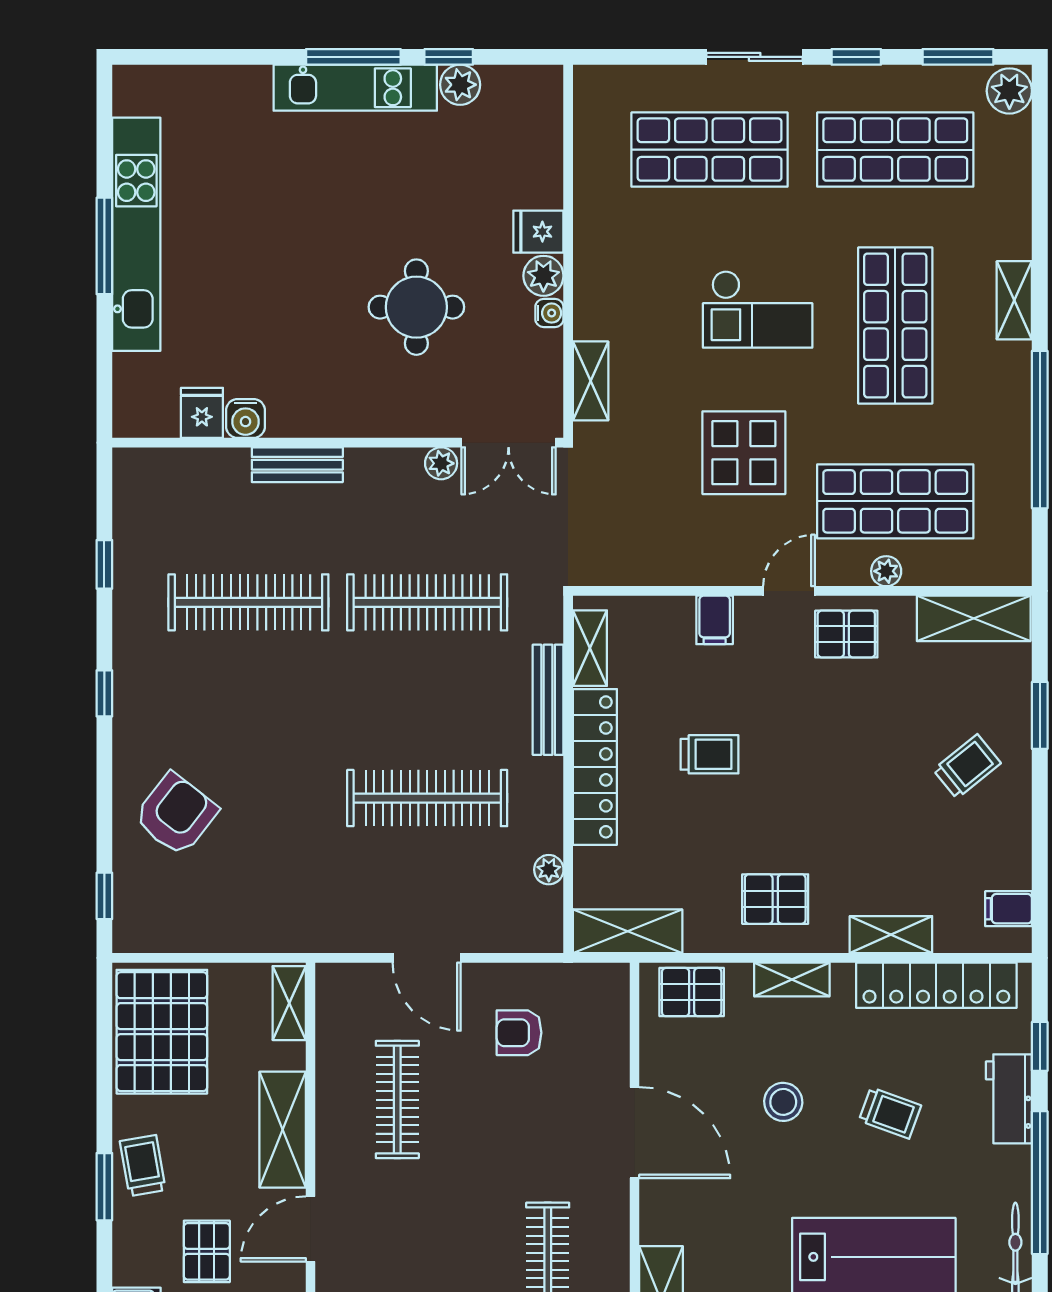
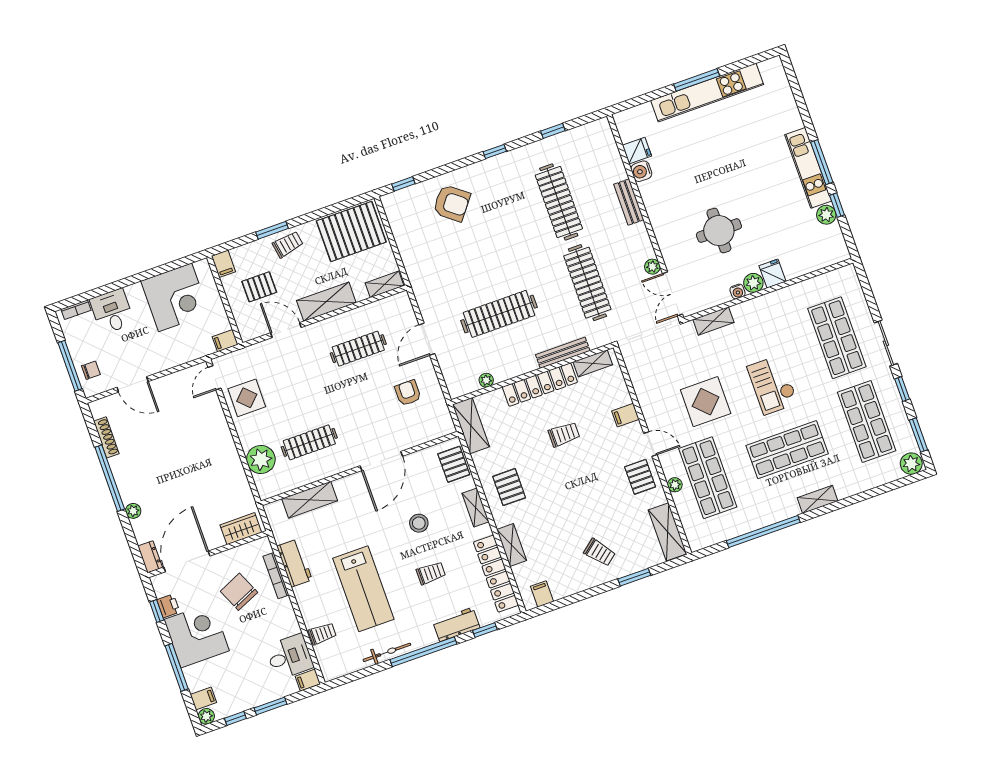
trolley: (710, 754) -> (564, 434), turned -90
clothes rail: (427, 798) -> (499, 314), turned 90
trolley: (890, 1113) -> (431, 573), turned -110

